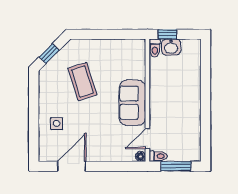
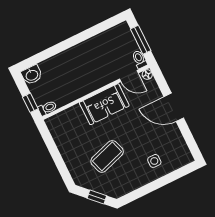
washbasin: (171, 47) -> (32, 75), moved, turned 90
door: (72, 166) -> (174, 107), moved

